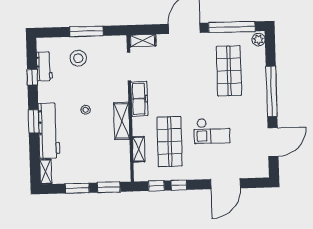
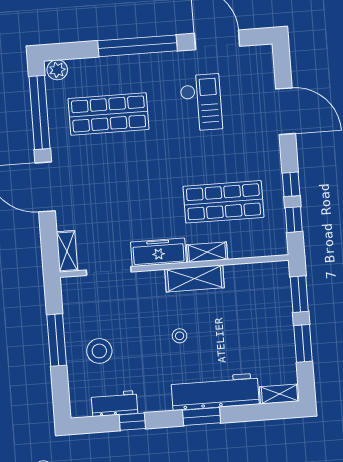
checkout: (212, 131) -> (201, 102), moved
shelving: (139, 149) -> (207, 252), moved

